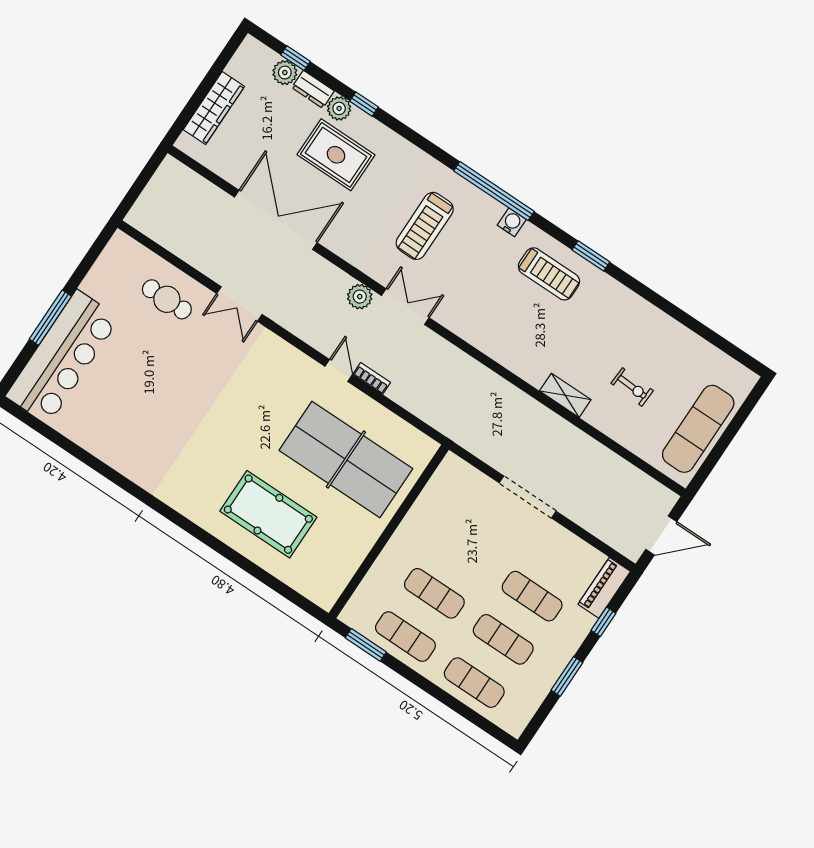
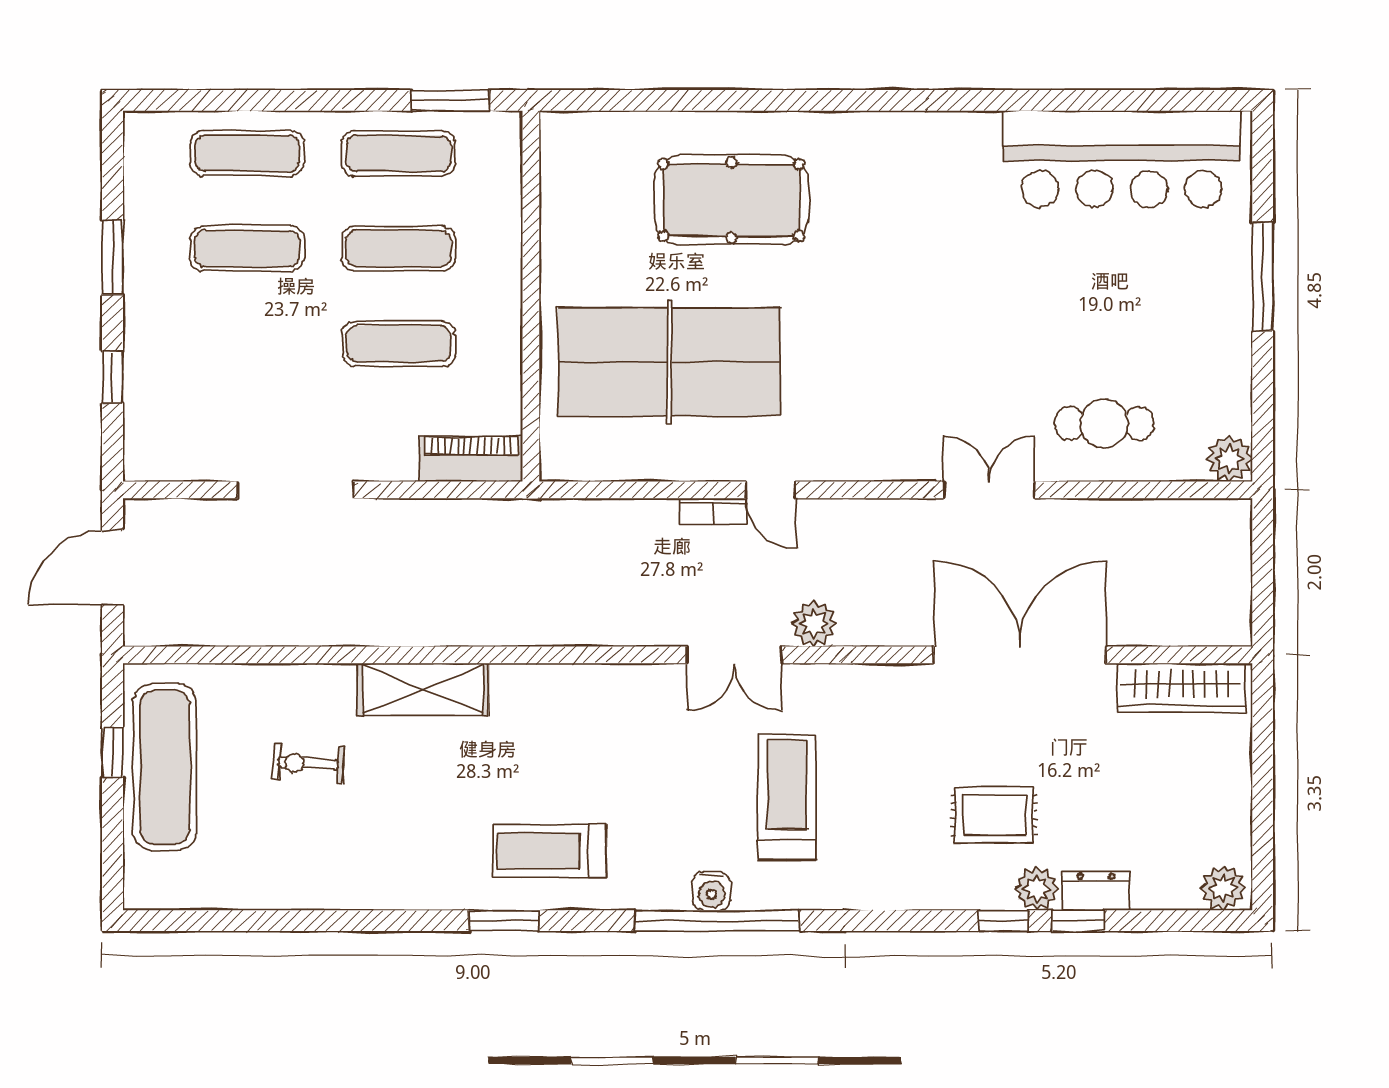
window: (295, 58) -> (1078, 921), moved
plant: (285, 73) -> (1223, 888), moved
wardrobe: (214, 108) -> (1182, 688), moved, turned -90
rug: (336, 155) -> (994, 815), width x0.73, depth x0.70
double door: (276, 220) -> (1020, 655), swing flipped
water cooler: (512, 222) -> (712, 891), moved
plant: (121, 245) -> (1229, 459), added
bar counter: (63, 357) -> (1122, 159), moved, turned -90
shelving: (565, 395) -> (423, 689), width x1.50, depth x1.33
window: (718, 451) -> (113, 753), added
doorway: (528, 497) -> (295, 490), moved
piano: (604, 588) -> (471, 458), moved, turned -90
exercise mat: (532, 596) -> (399, 344), moved

